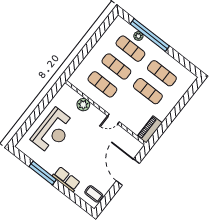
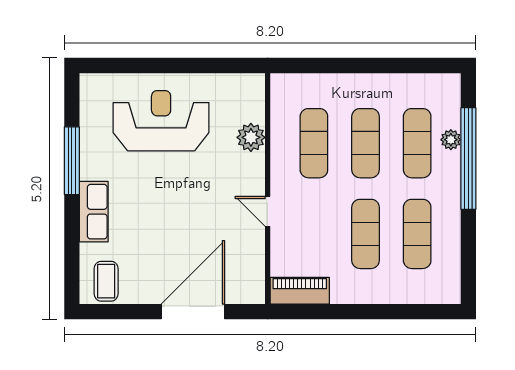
reception desk: (53, 131) -> (161, 121), turned 180

